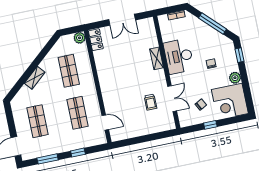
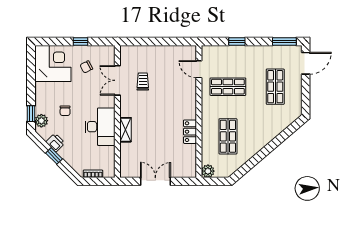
window: (212, 23) -> (54, 156), width x0.46
printer: (214, 35) -> (55, 143), added
locker: (96, 40) -> (190, 132), moved
shelving: (35, 78) -> (268, 136), removed
plant: (235, 78) -> (41, 121), moved
shop shelf: (77, 113) -> (228, 87), turned 90
window: (48, 159) -> (284, 42), moved

